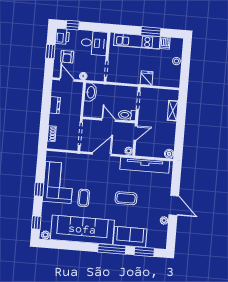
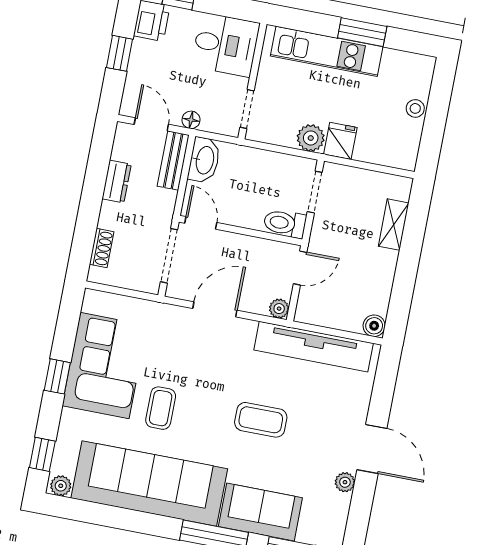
dishwasher: (165, 43) -> (393, 63), removed
armchair: (67, 57) -> (158, 70), removed
plant: (134, 78) -> (311, 138), added
bench: (78, 94) -> (173, 161), added
door: (109, 120) -> (201, 223), moved

